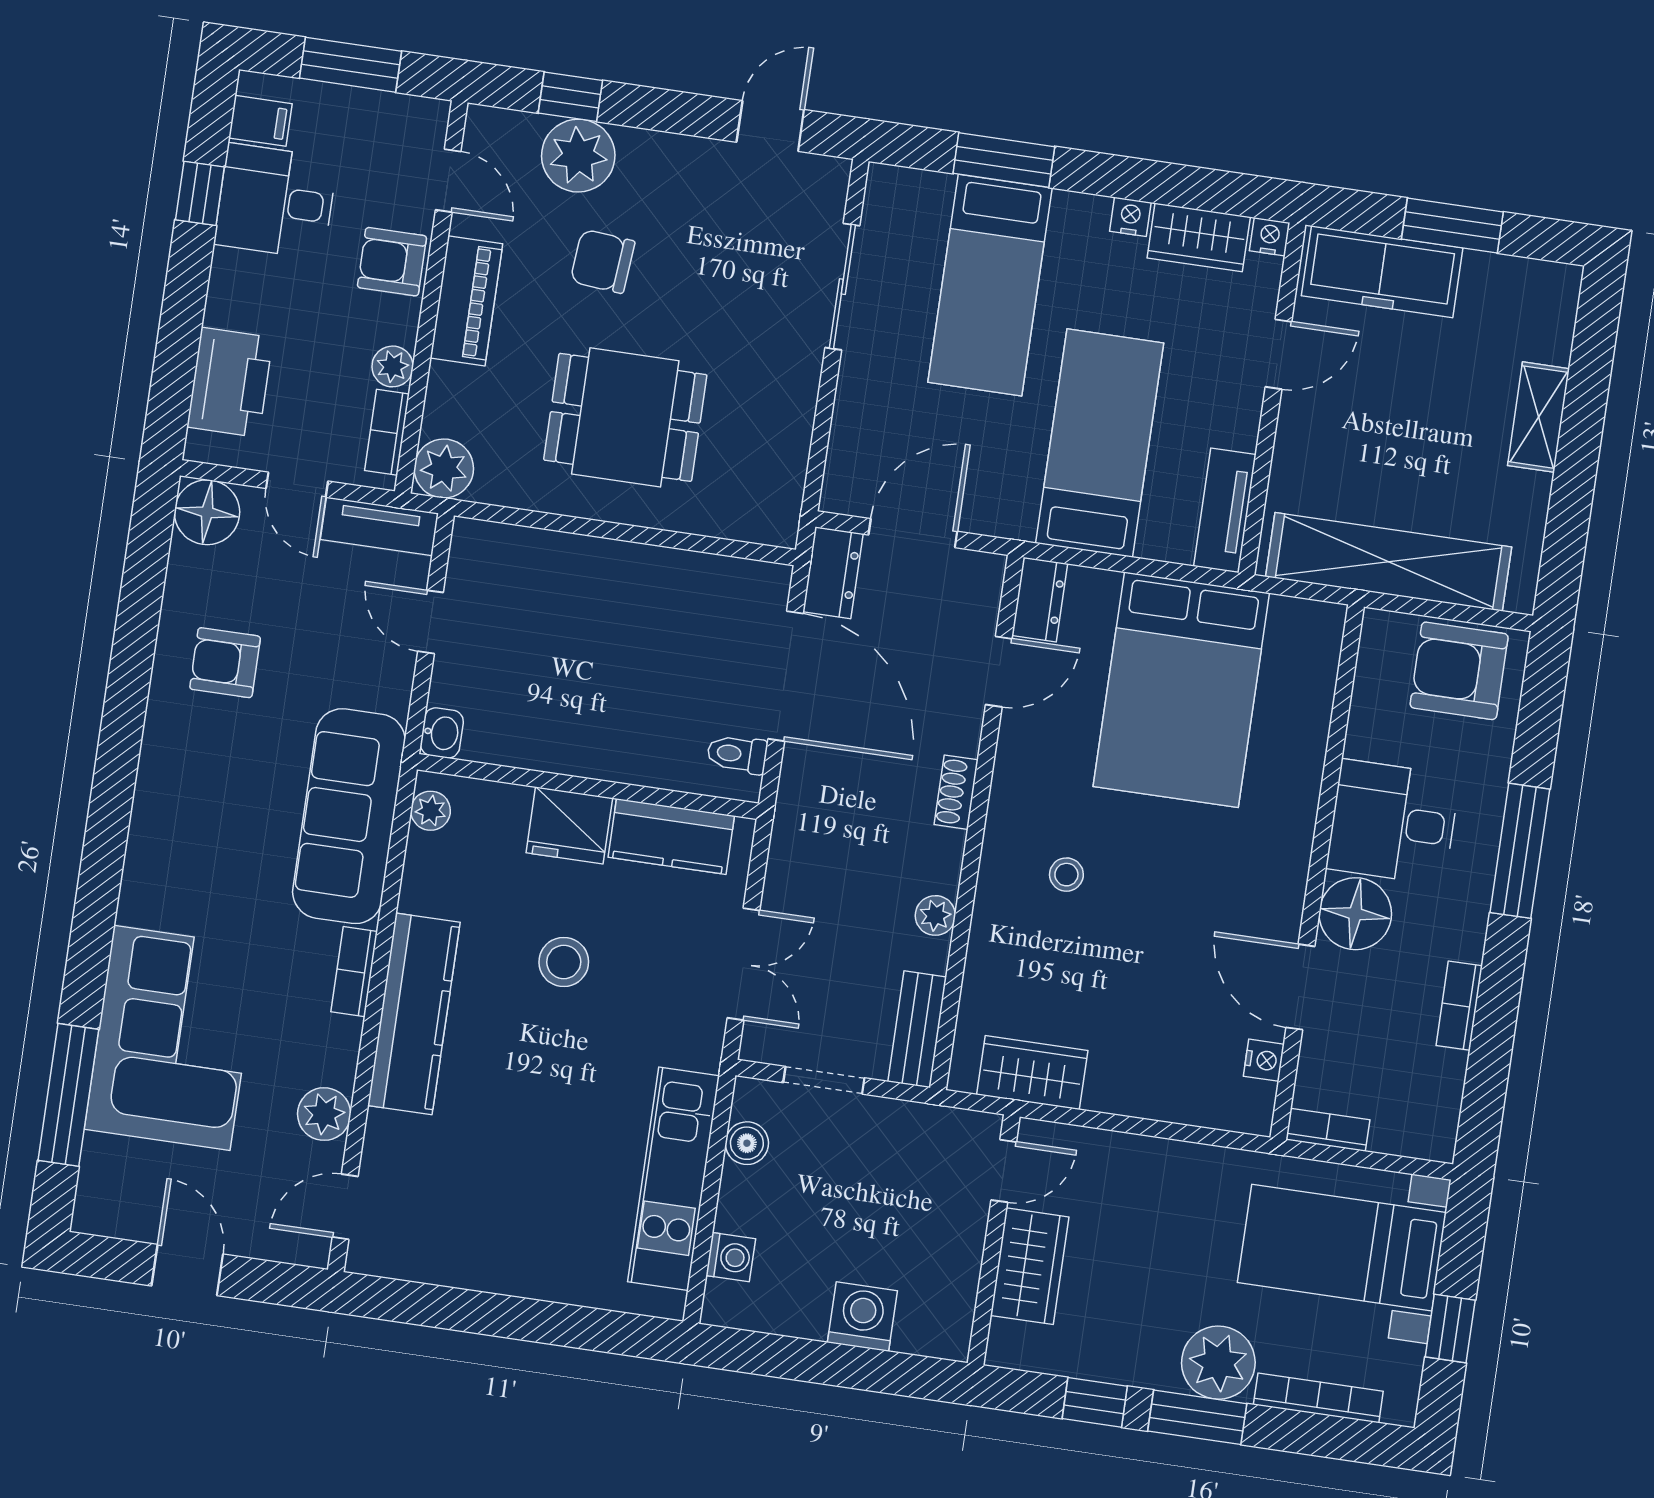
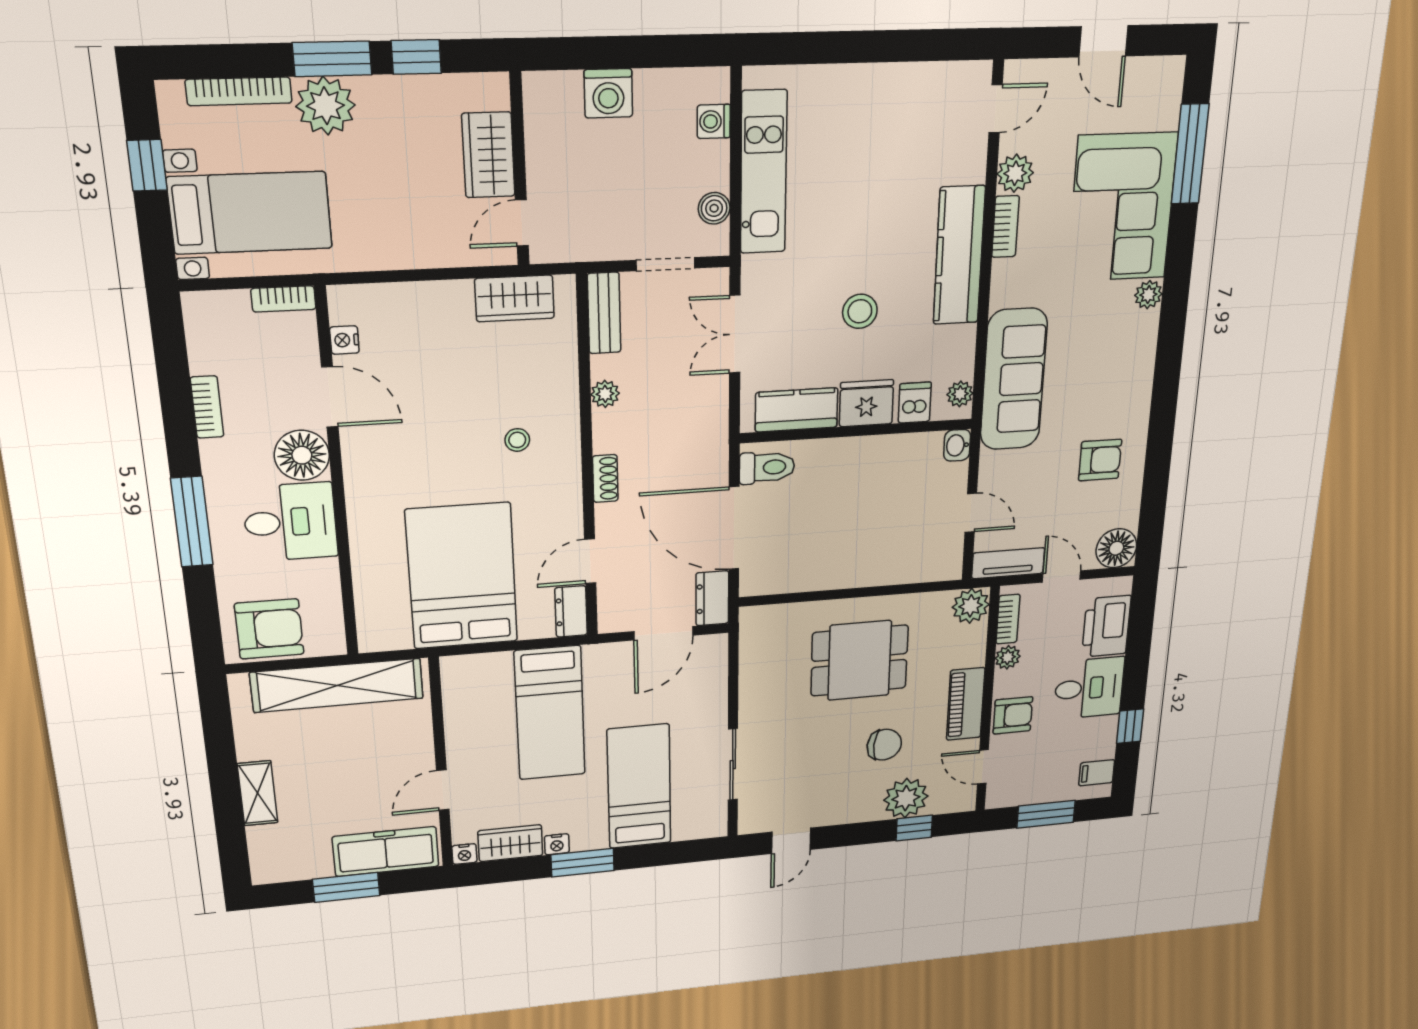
window: (1004, 160) -> (583, 863), moved
desk: (276, 201) -> (1089, 688), moved
tv unit: (1225, 510) -> (457, 692), removed
toilet: (737, 754) -> (767, 467), width x1.37, depth x1.39
dishwasher: (499, 812) -> (915, 403), added
plant: (138, 903) -> (1148, 295), added
bookcase: (354, 972) -> (1005, 227), moved

